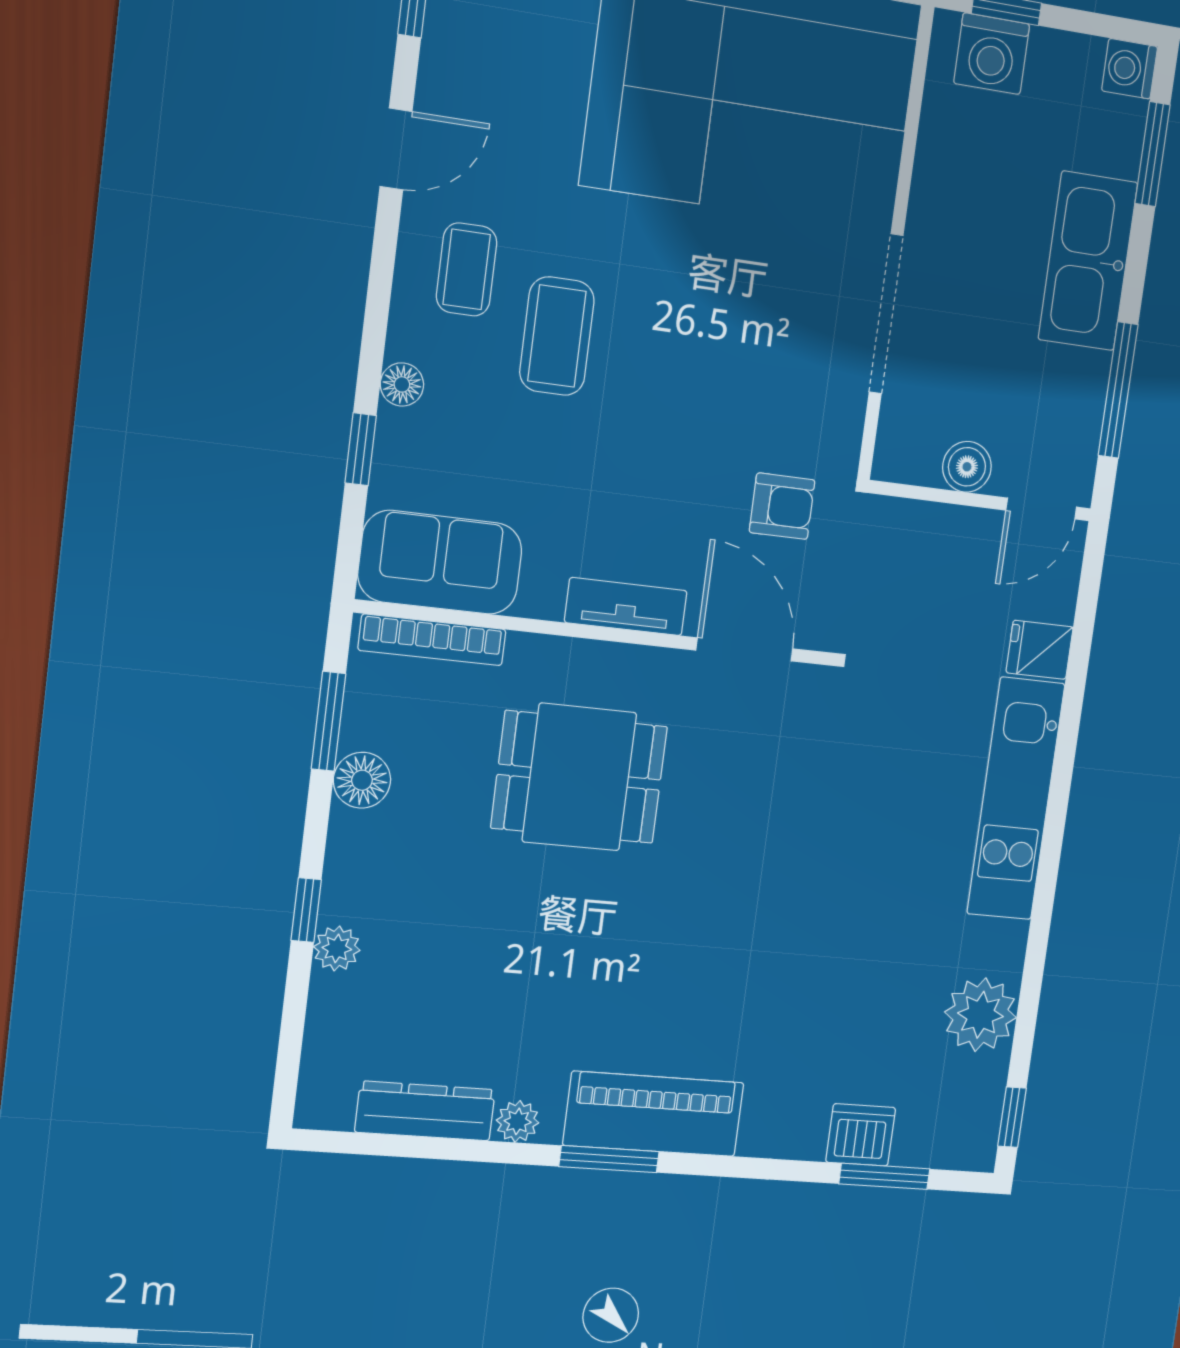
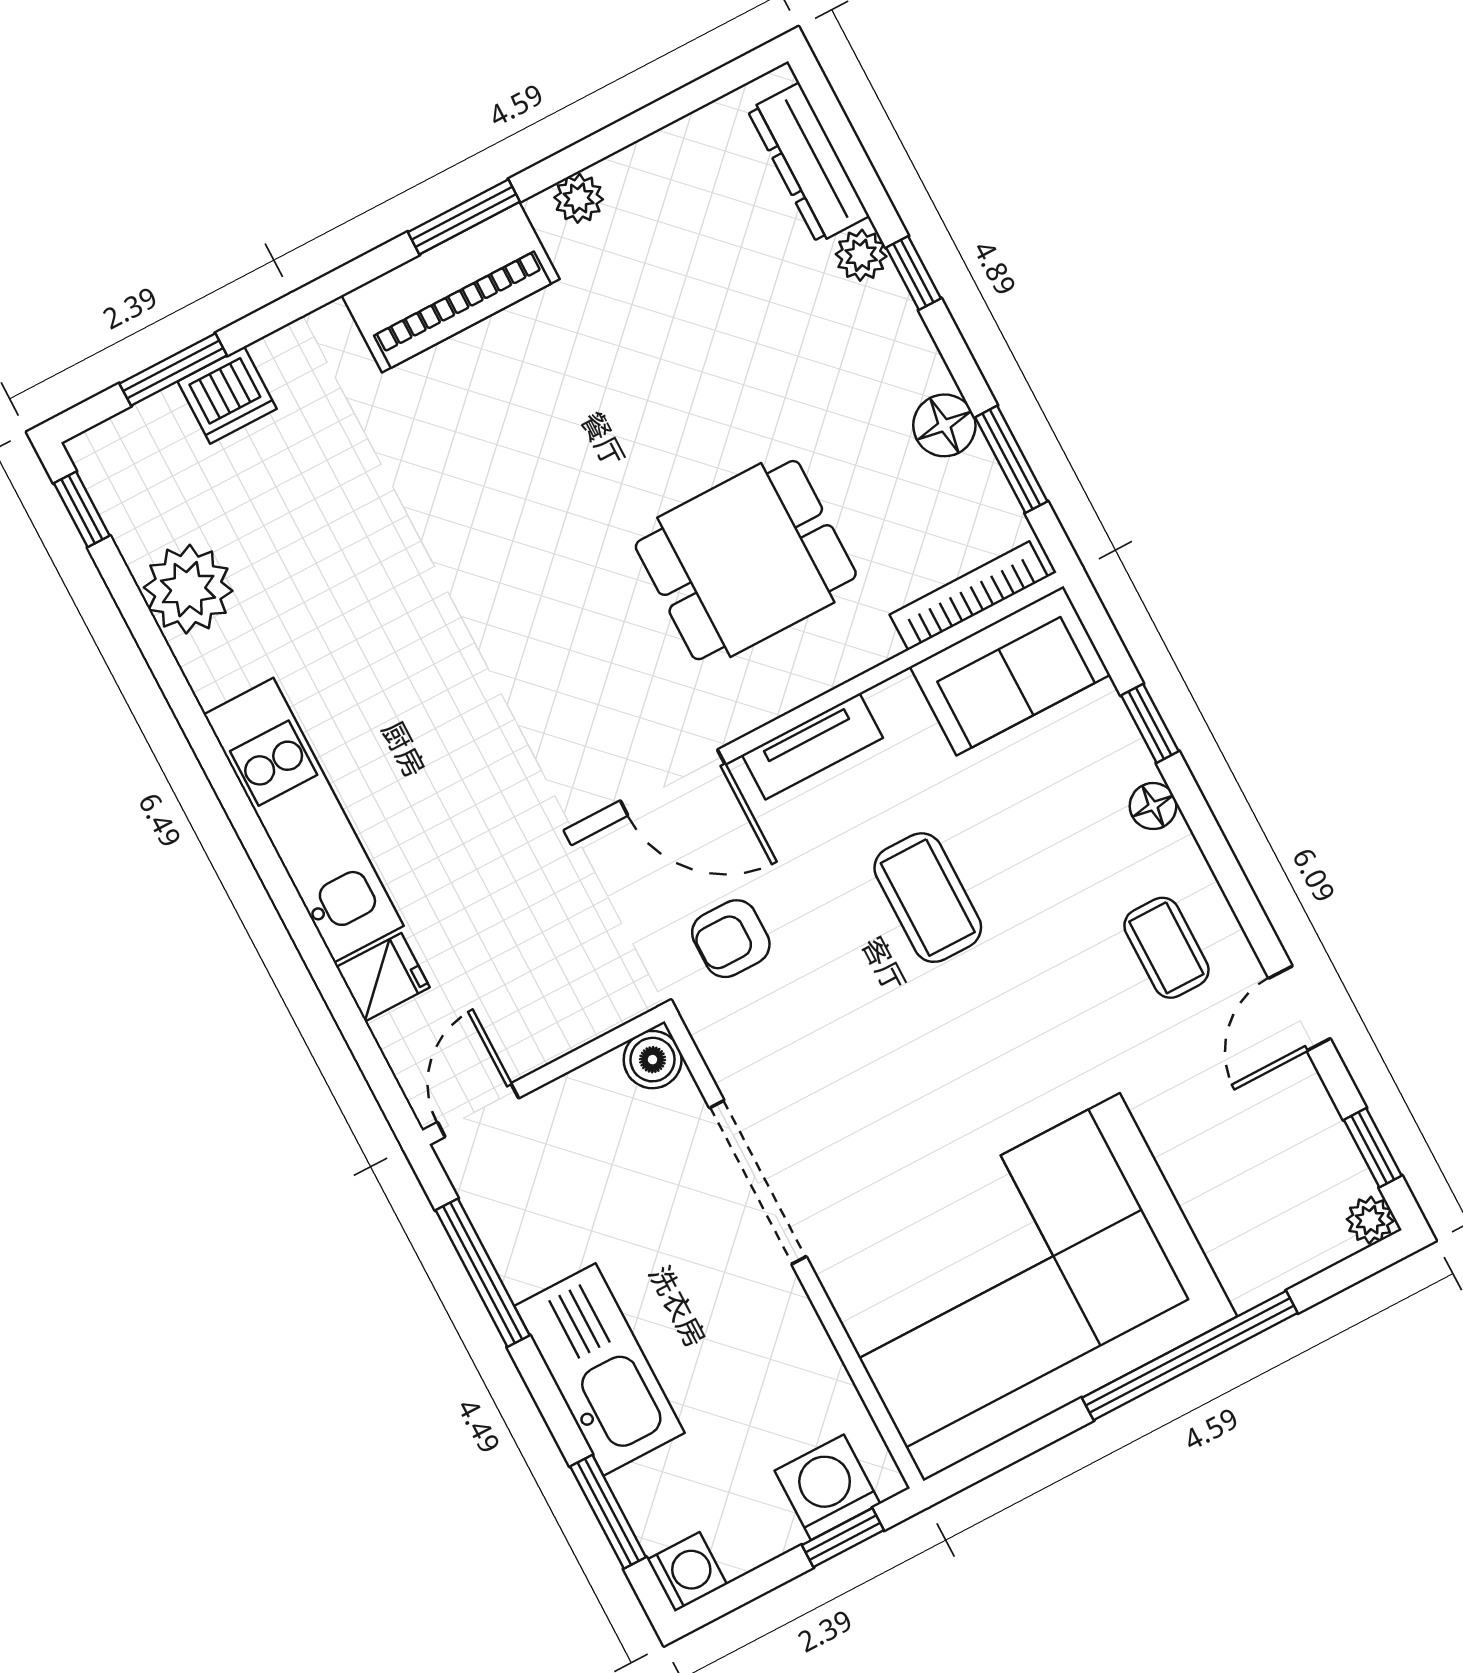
coffee table: (557, 336) -> (928, 898), moved
boiler: (967, 467) -> (653, 1060), moved
dresser: (425, 1111) -> (808, 163), moved, turned 90

